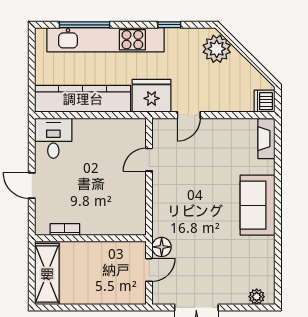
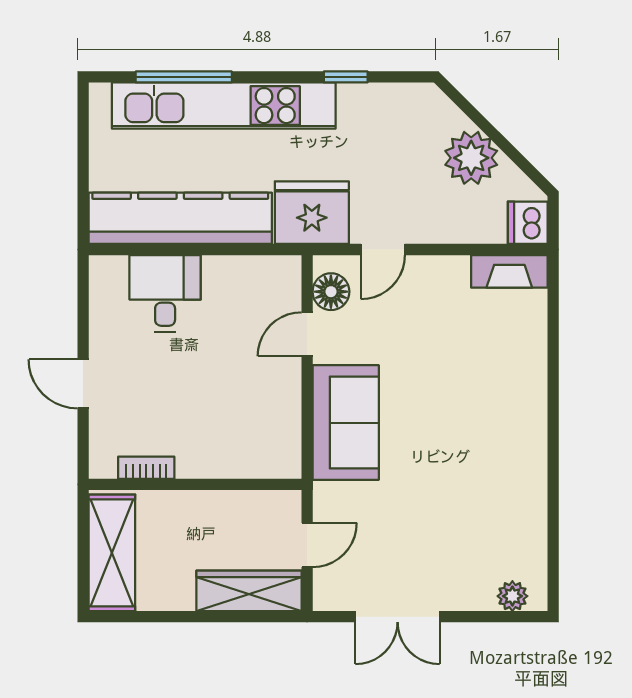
plant: (217, 49) -> (471, 158), moved
desk: (53, 138) -> (165, 293), moved
fireplace: (266, 139) -> (509, 271), moved, turned -90
sofa: (258, 205) -> (346, 423), moved, turned 180
floor lamp: (162, 247) -> (331, 292), moved
wardrobe: (119, 294) -> (249, 591), added

